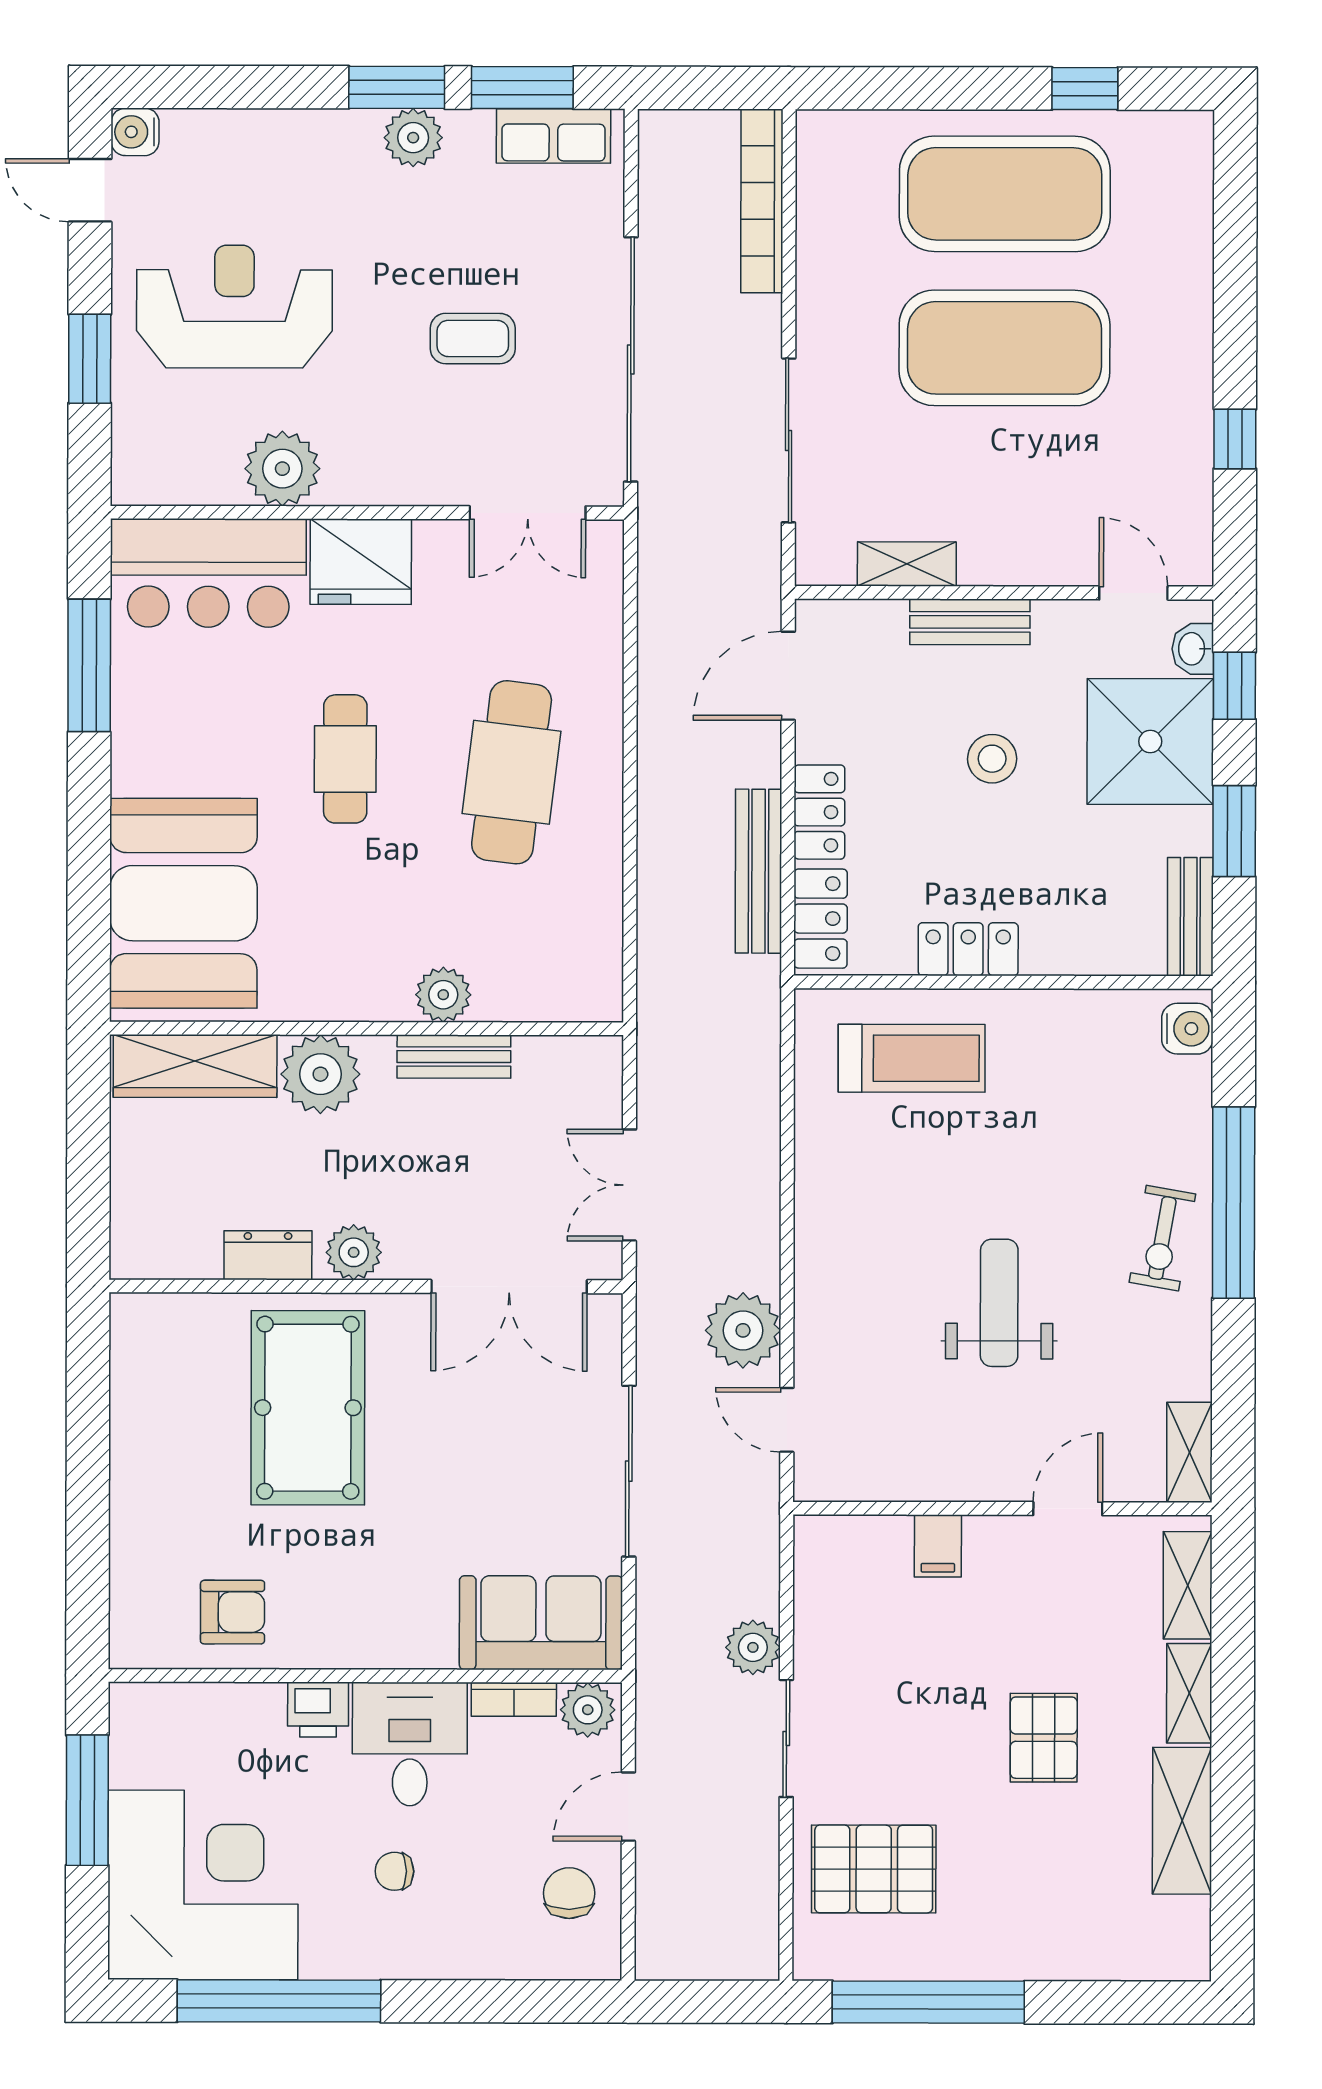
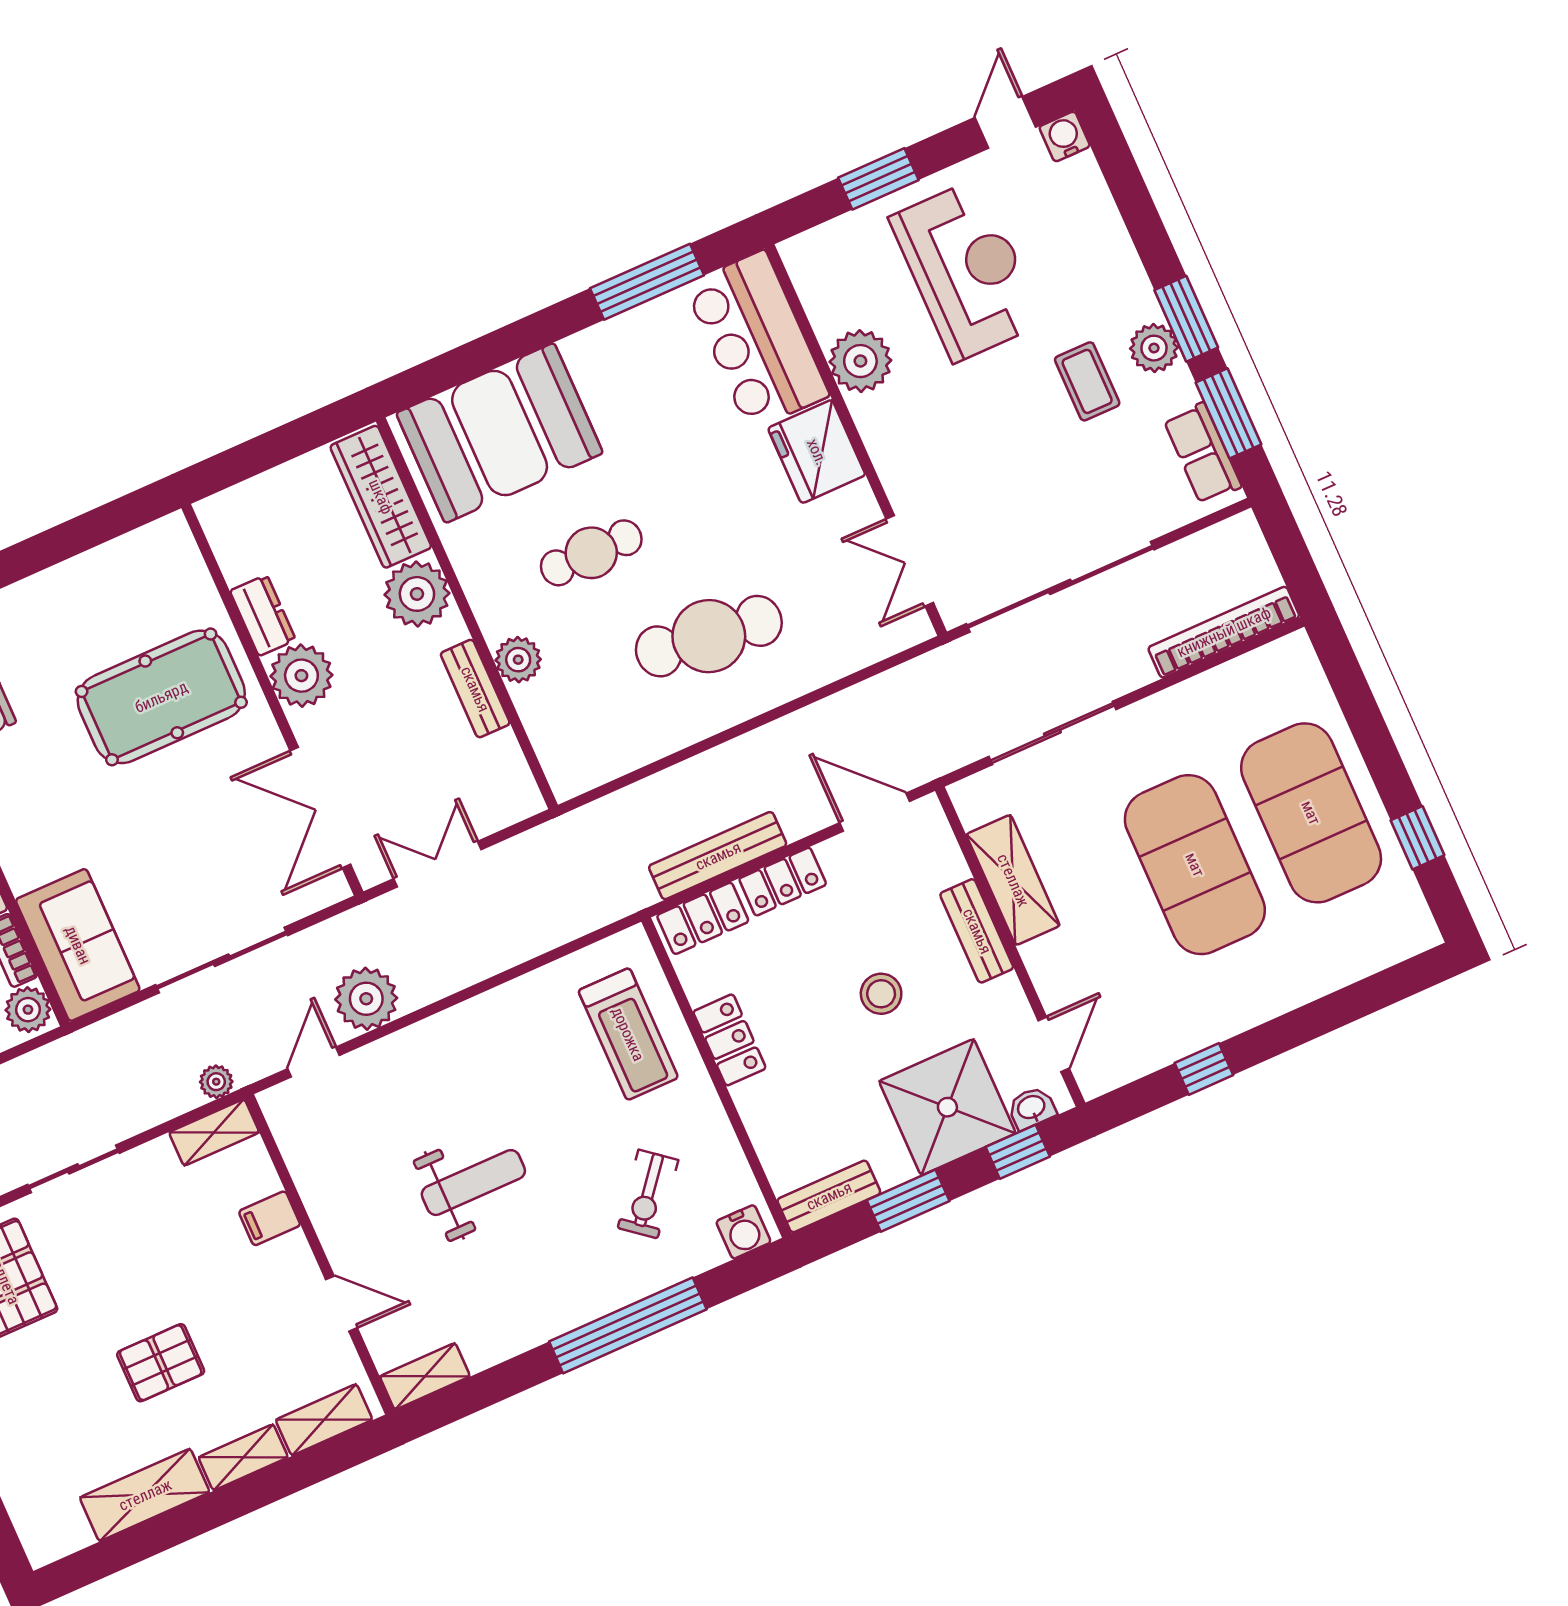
coffee table: (473, 339) -> (1087, 381), moved
shelving: (907, 564) -> (1013, 880), width x1.50, depth x1.33
cafe table: (345, 759) -> (591, 553), moved
exercise bike: (1162, 1238) -> (648, 1194), moved, turned -61
plant: (354, 1252) -> (301, 676), width x1.36, depth x1.36
shelving: (815, 1565) -> (214, 1132), added
plant: (753, 1647) -> (216, 1082), moved, width x0.73, depth x0.73

